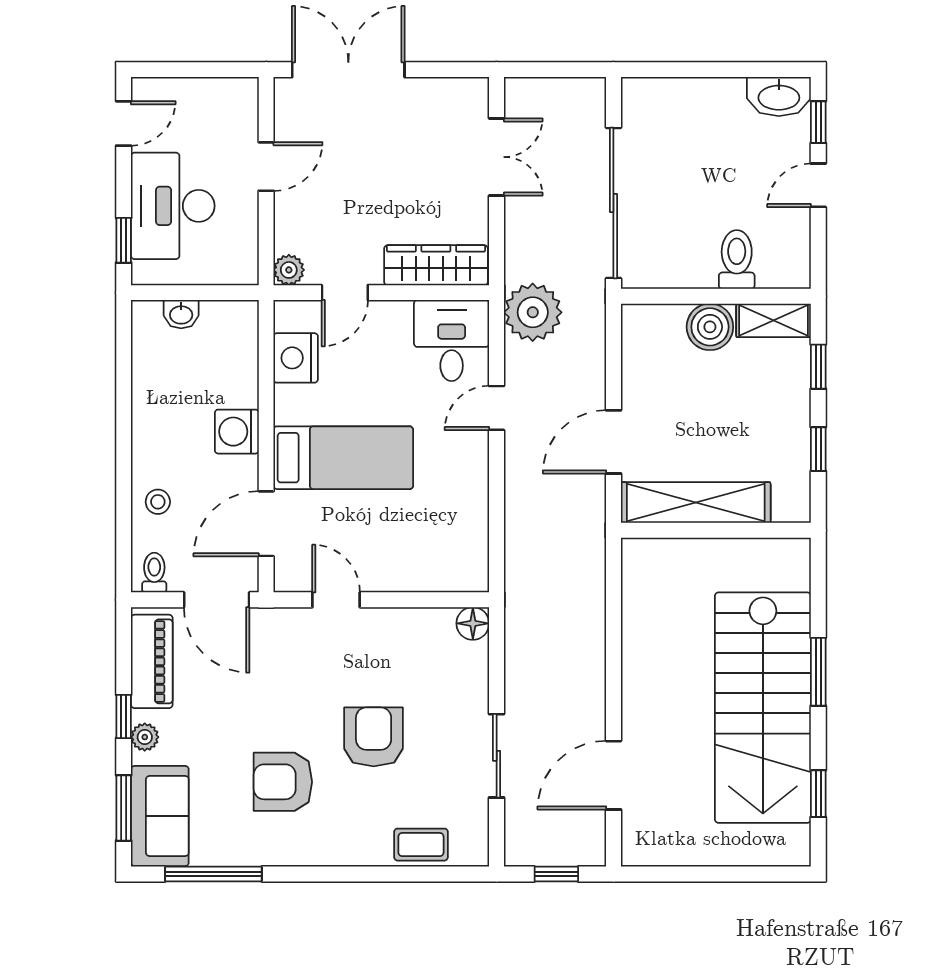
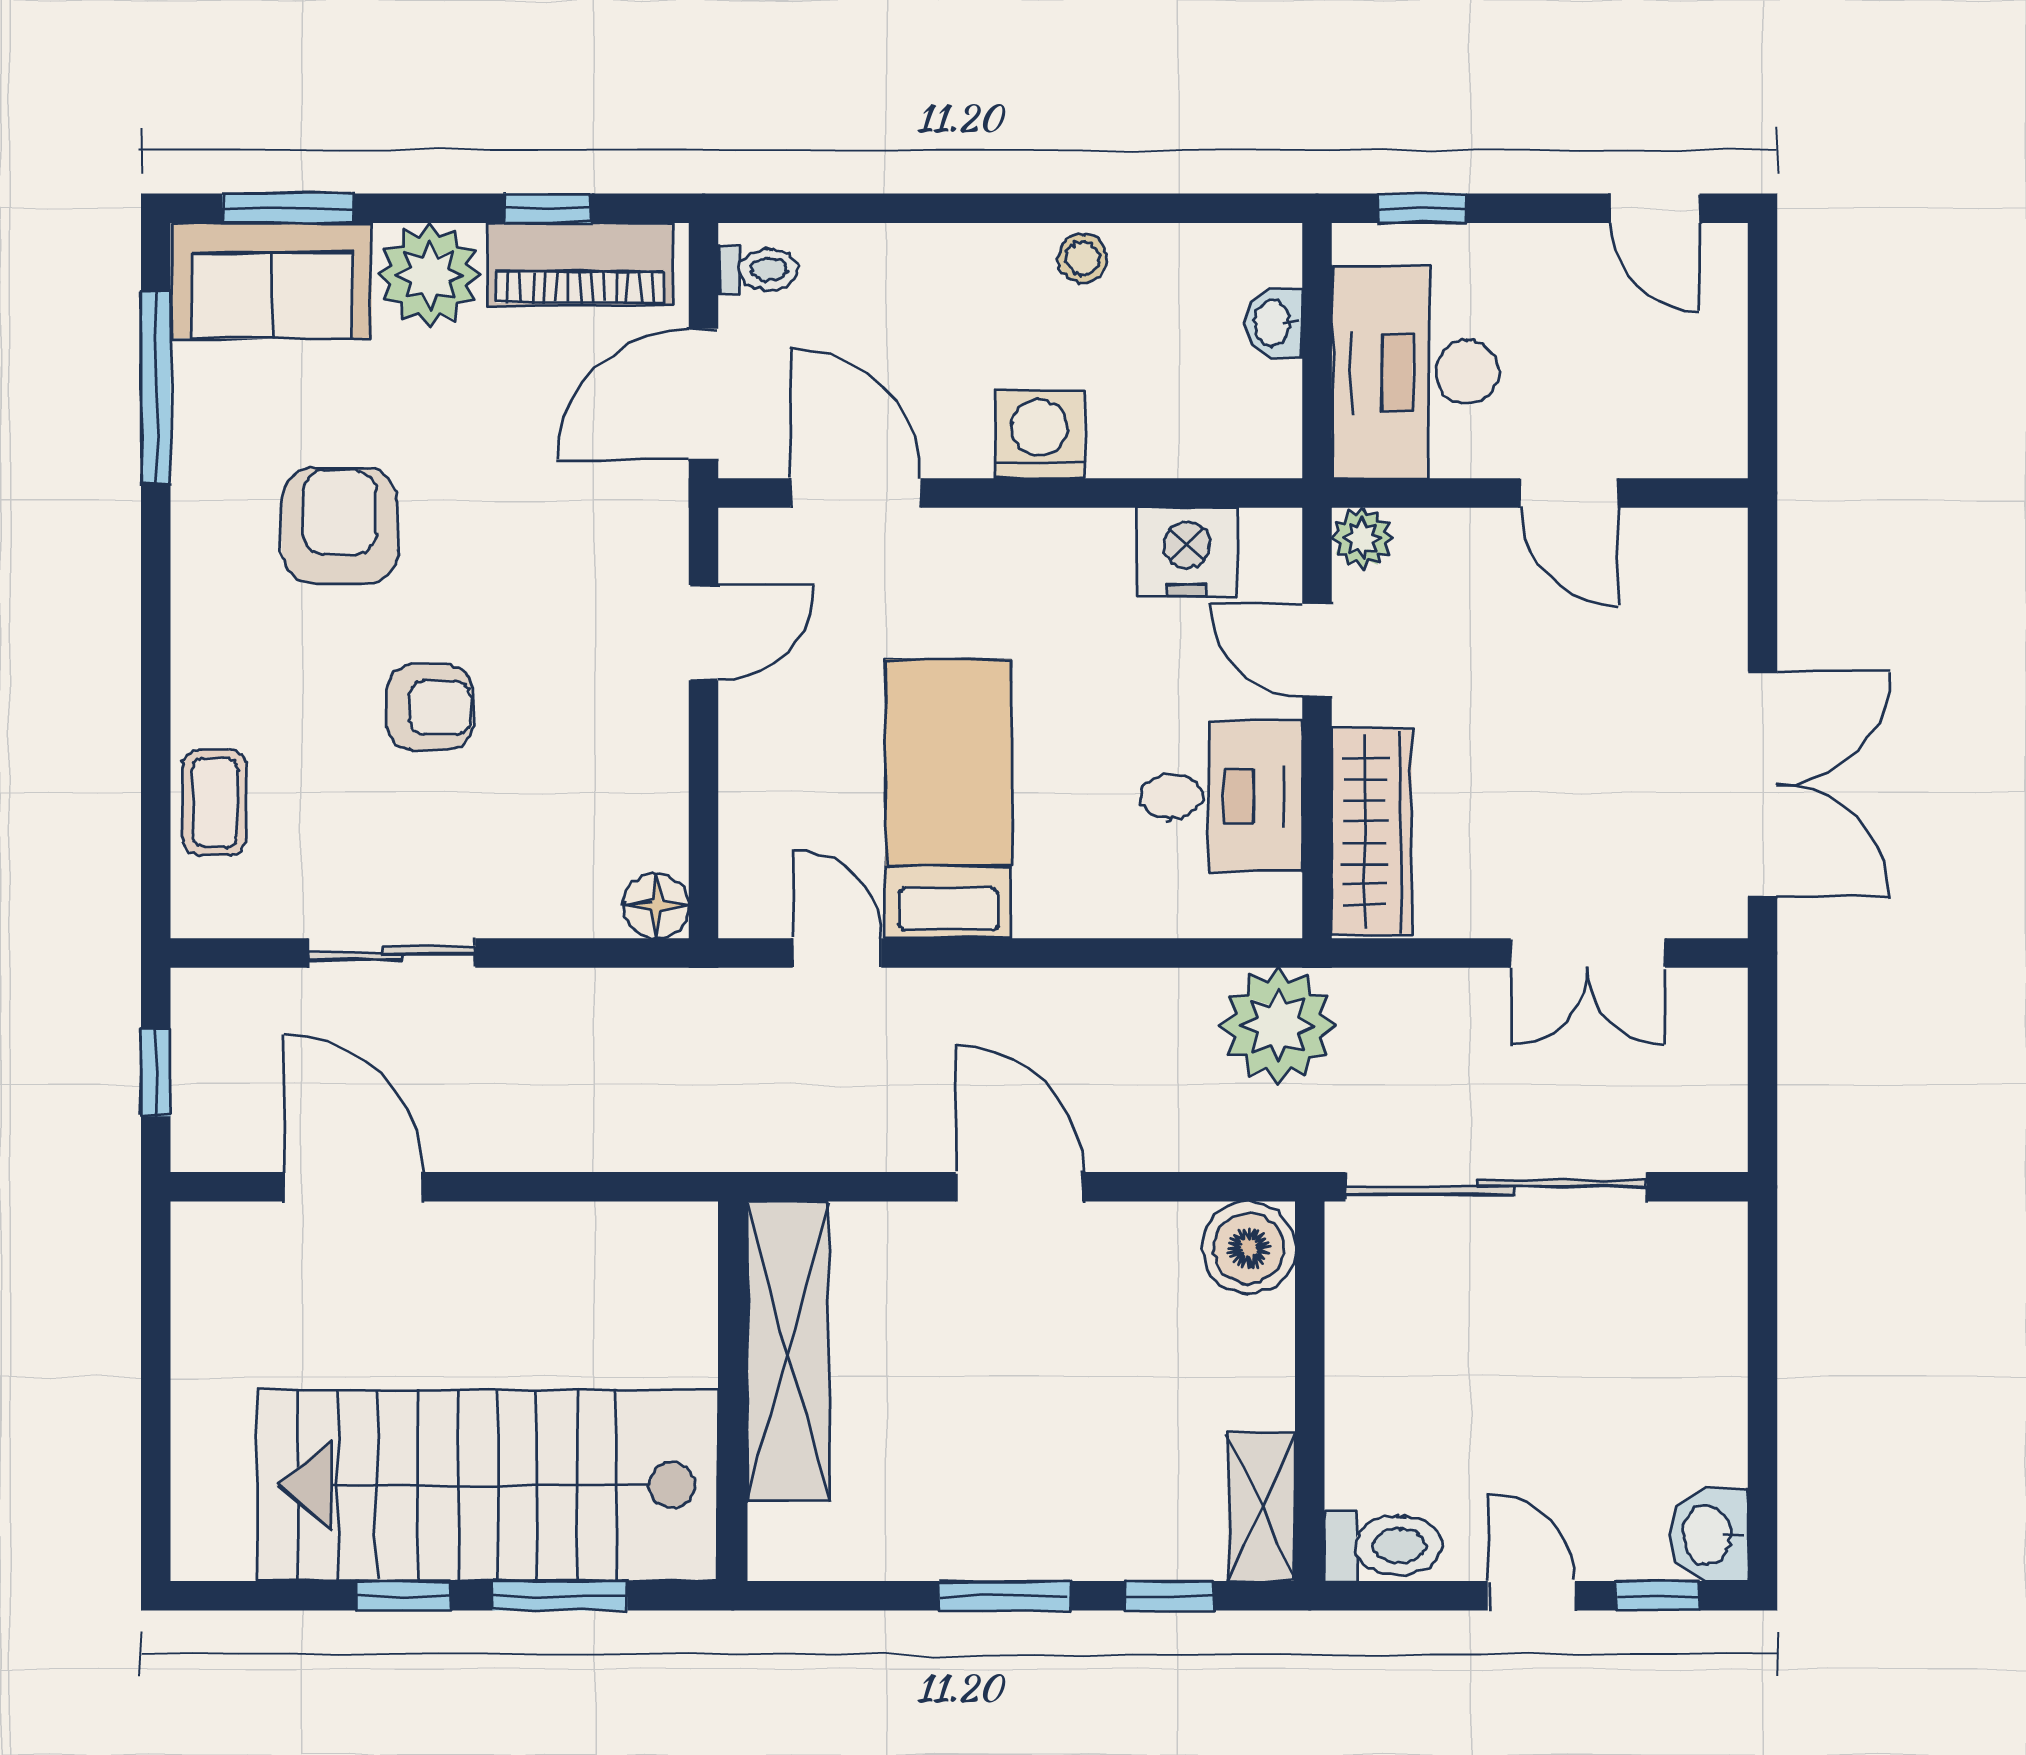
double door: (348, 70) -> (1763, 784), moved
washbasin: (779, 96) -> (1709, 1535), width x0.72
desk: (173, 206) -> (1415, 372), moved, turned -90
toilet: (737, 260) -> (1383, 1545), moved
boiler: (710, 327) -> (1249, 1248), moved
desk: (452, 340) -> (1221, 796), moved
door: (497, 408) -> (837, 953), moved
window: (818, 449) -> (1005, 1596), width x1.50
bed: (343, 458) -> (948, 799), moved, turned 180
stool: (158, 502) -> (1083, 258), moved
shelving: (696, 503) -> (788, 1351), moved
wall: (716, 530) -> (733, 1391), moved
window: (124, 716) -> (548, 208), moved
plant: (145, 737) -> (429, 275), width x1.87, depth x1.87
armchair: (374, 737) -> (430, 707), width x0.72, depth x0.72
window: (818, 794) -> (403, 1596), moved

